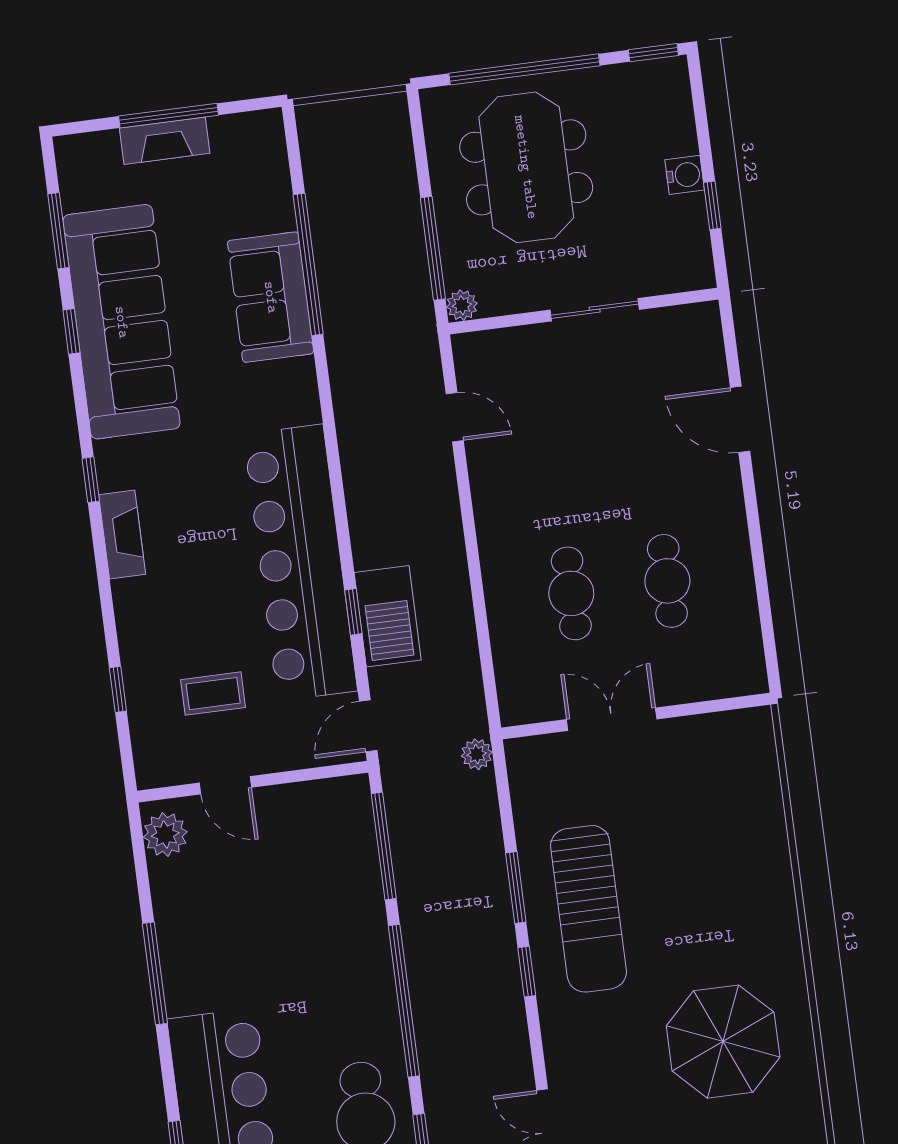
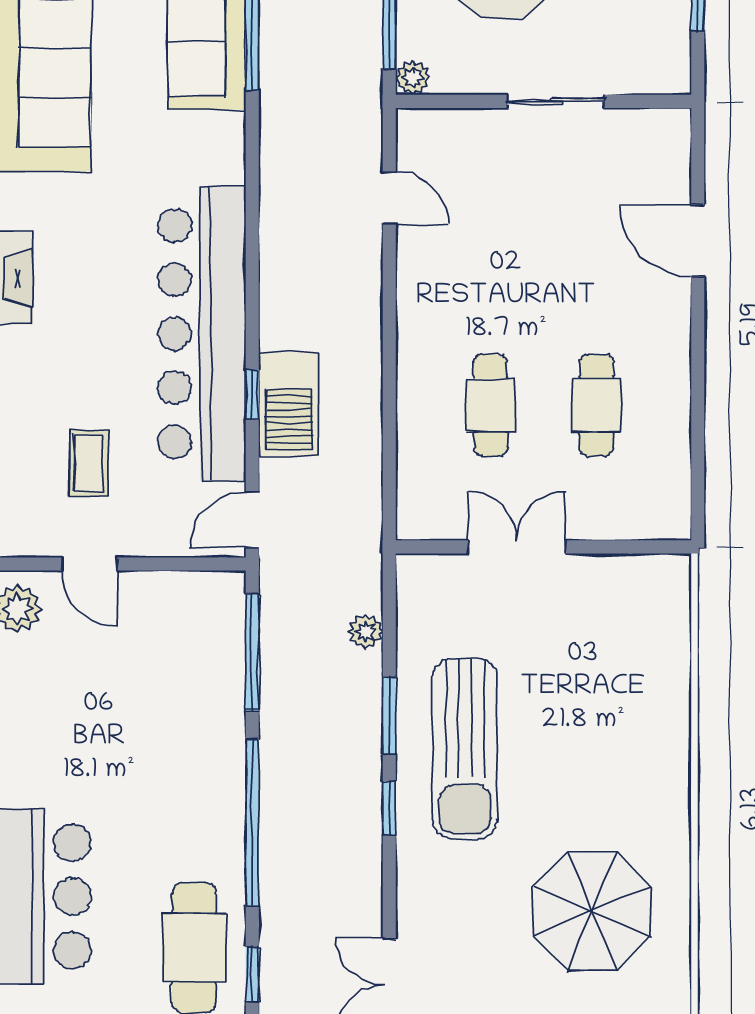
coffee table: (213, 694) -> (89, 463), turned 90
plant: (477, 754) -> (366, 632), moved

